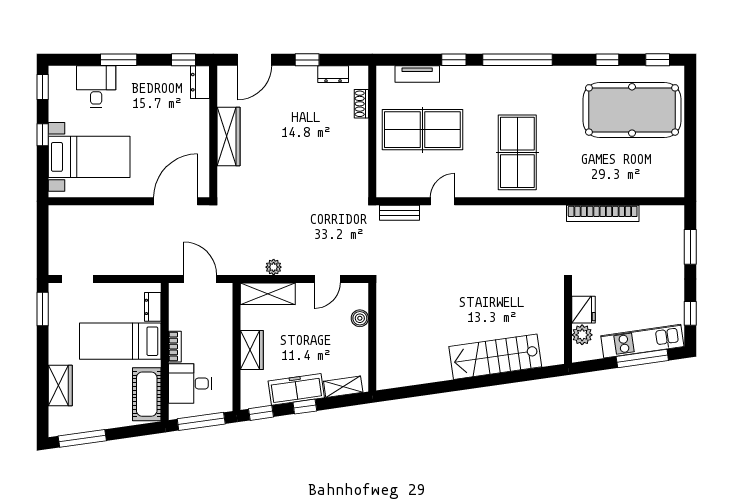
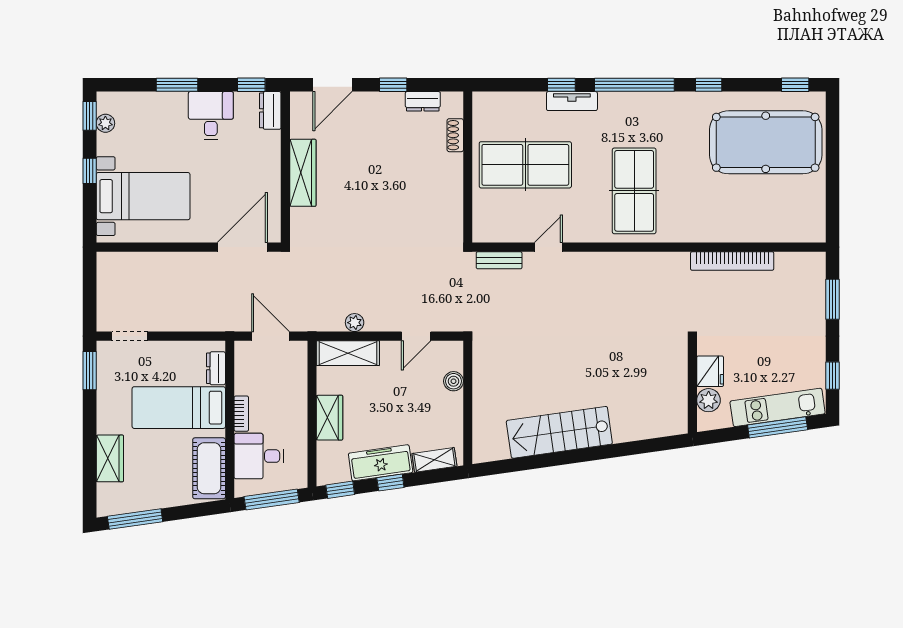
window: (607, 60) -> (709, 85), moved
tv unit: (417, 74) -> (572, 101), moved
desk: (96, 87) -> (211, 115), moved
plant: (56, 93) -> (105, 123), added
stairs: (495, 357) -> (559, 432), moved

